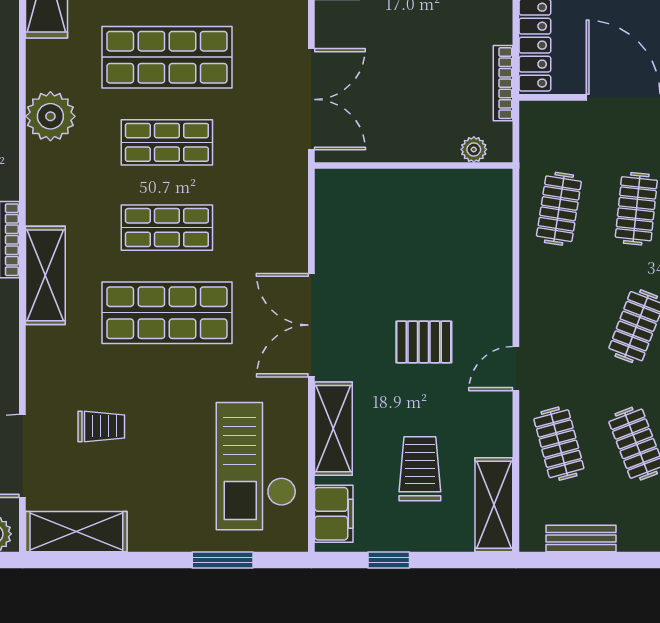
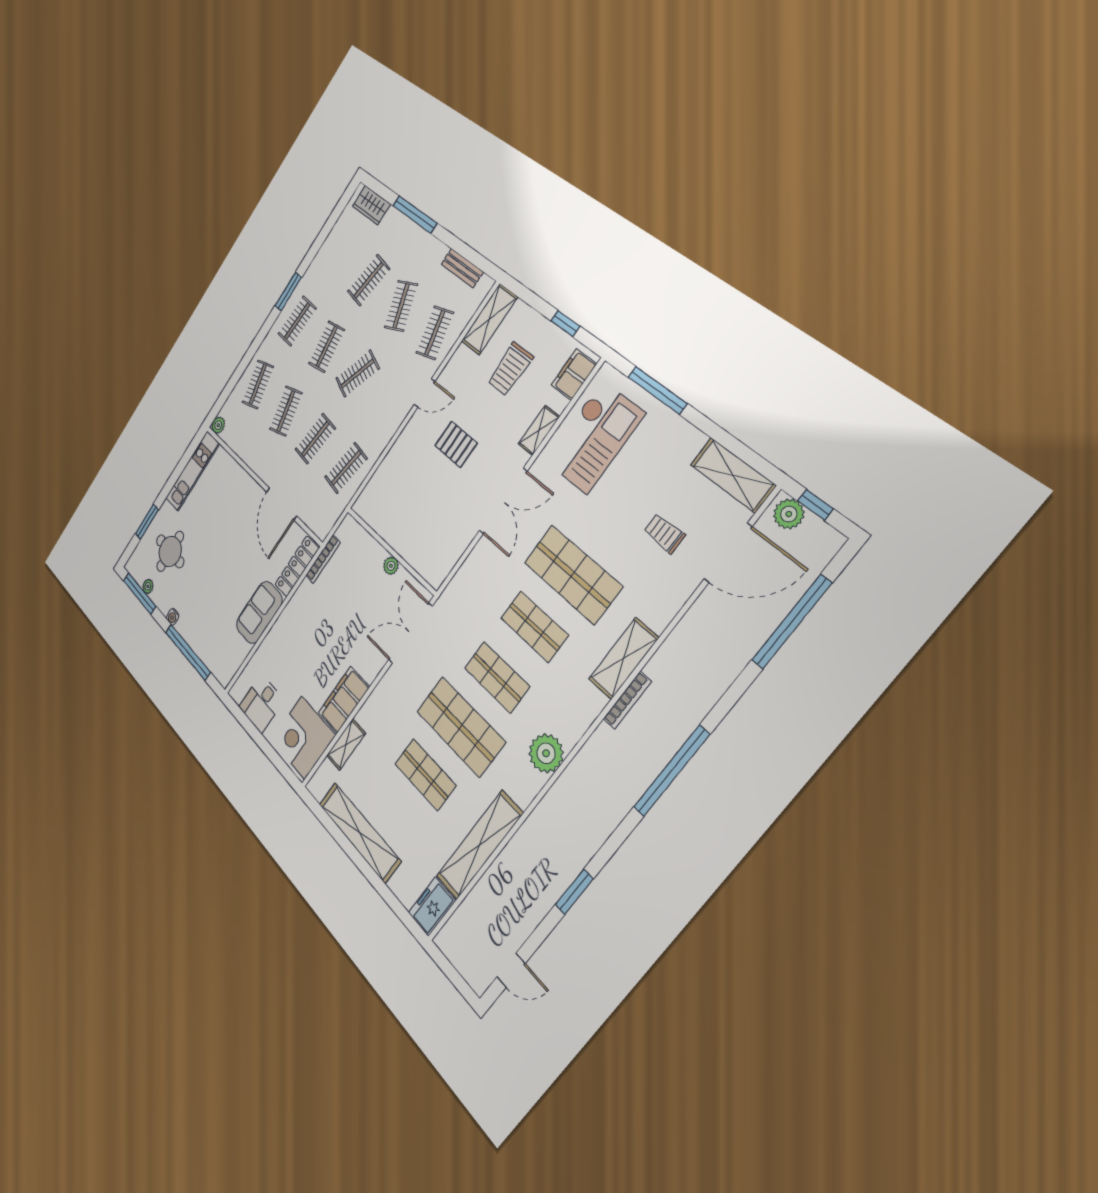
plant: (474, 149) -> (391, 566), moved
shelving: (333, 429) -> (539, 430), width x0.67, depth x0.75
window: (223, 560) -> (657, 390), width x1.44

